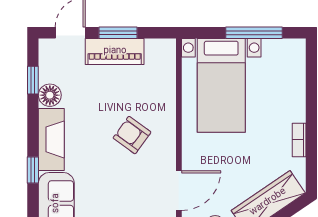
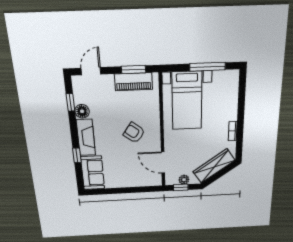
window: (118, 33) -> (134, 70), moved
piano: (115, 51) -> (134, 82), moved
door: (179, 191) -> (163, 163), swing flipped

